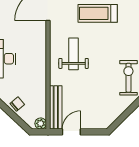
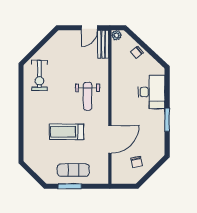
treadmill: (98, 13) -> (66, 132), turned 180
bench: (56, 107) -> (103, 44), width x0.73

